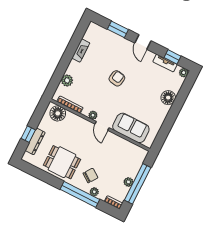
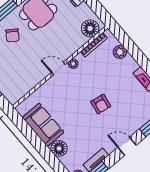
sofa: (131, 128) -> (43, 125), moved, turned -90

